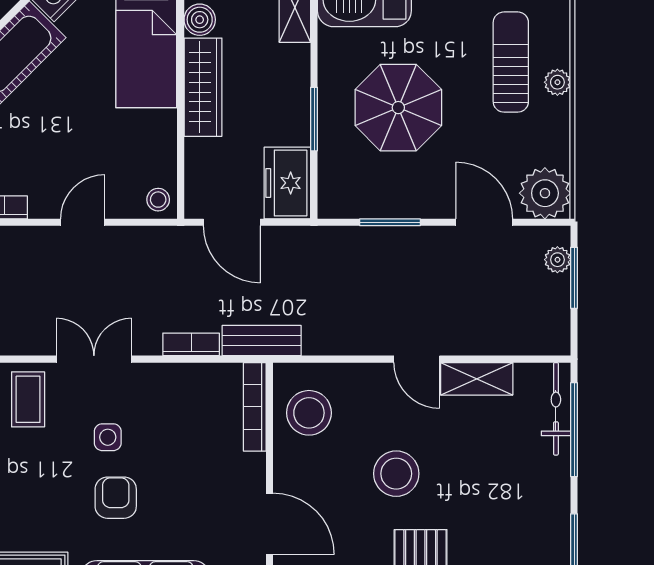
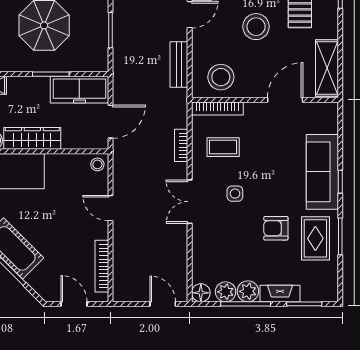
freezer: (287, 183) -> (79, 90), width x1.40
bench: (262, 341) -> (179, 64), moved
coffee table: (28, 399) -> (223, 147), moved
armchair: (116, 498) -> (276, 228), moved

